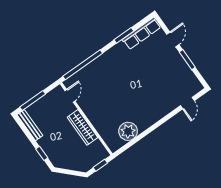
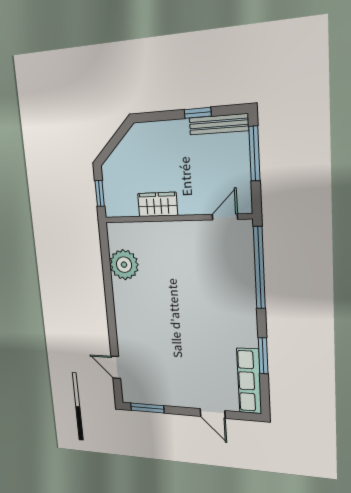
window: (187, 60) -> (147, 408), moved
door: (70, 96) -> (225, 217), swing flipped
wardrobe: (83, 127) -> (158, 204), width x0.67
window: (42, 153) -> (198, 113), moved

